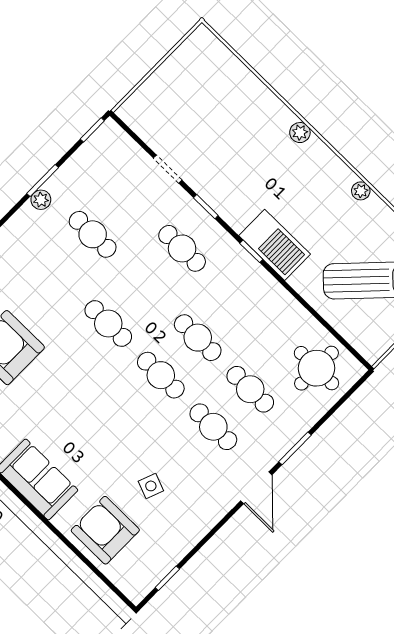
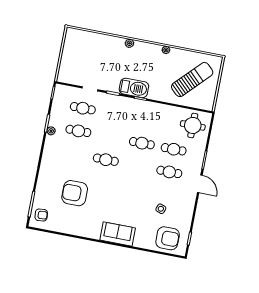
barbecue: (275, 245) -> (134, 88), moved
cafe table: (182, 248) -> (83, 108), moved
cafe table: (161, 375) -> (138, 166), removed
armchair: (105, 530) -> (168, 238), moved, turned 180

